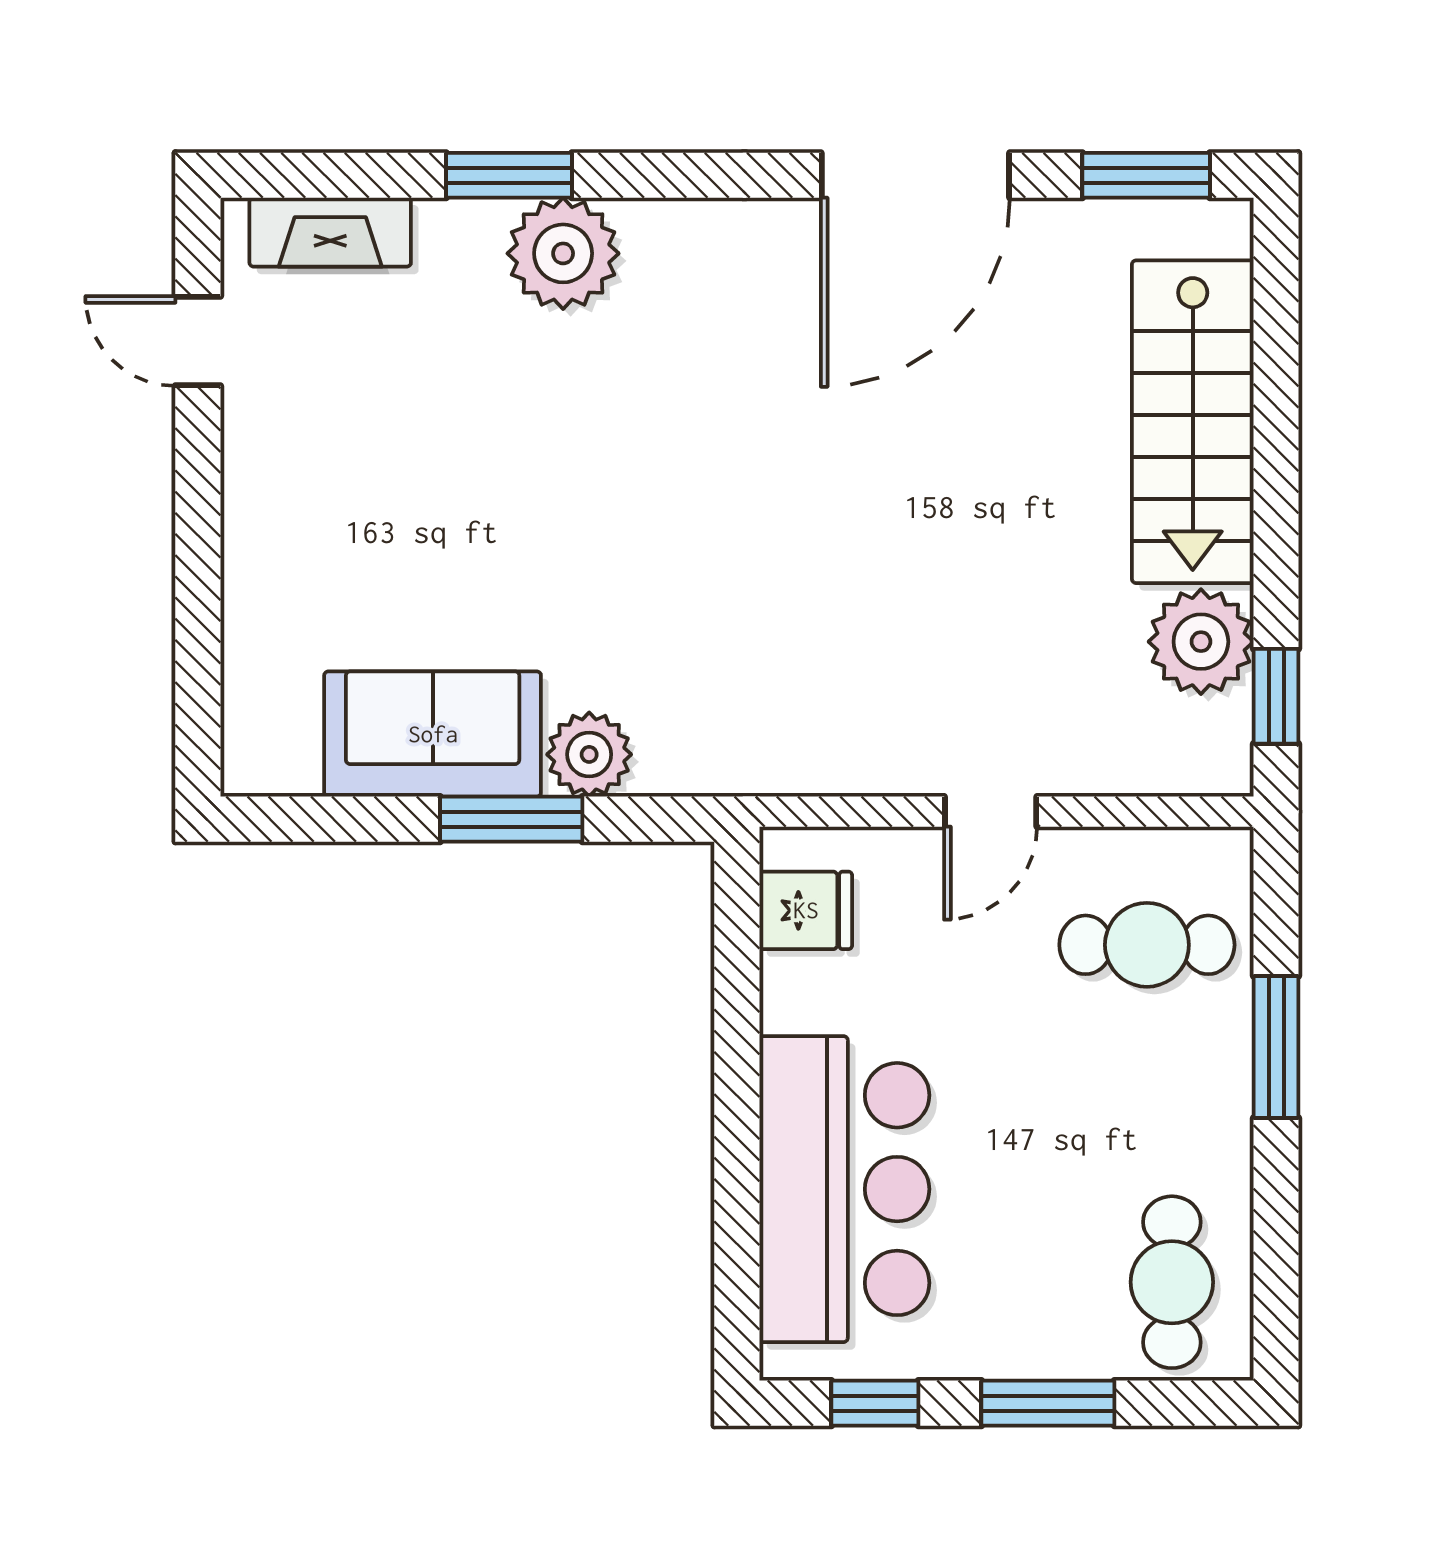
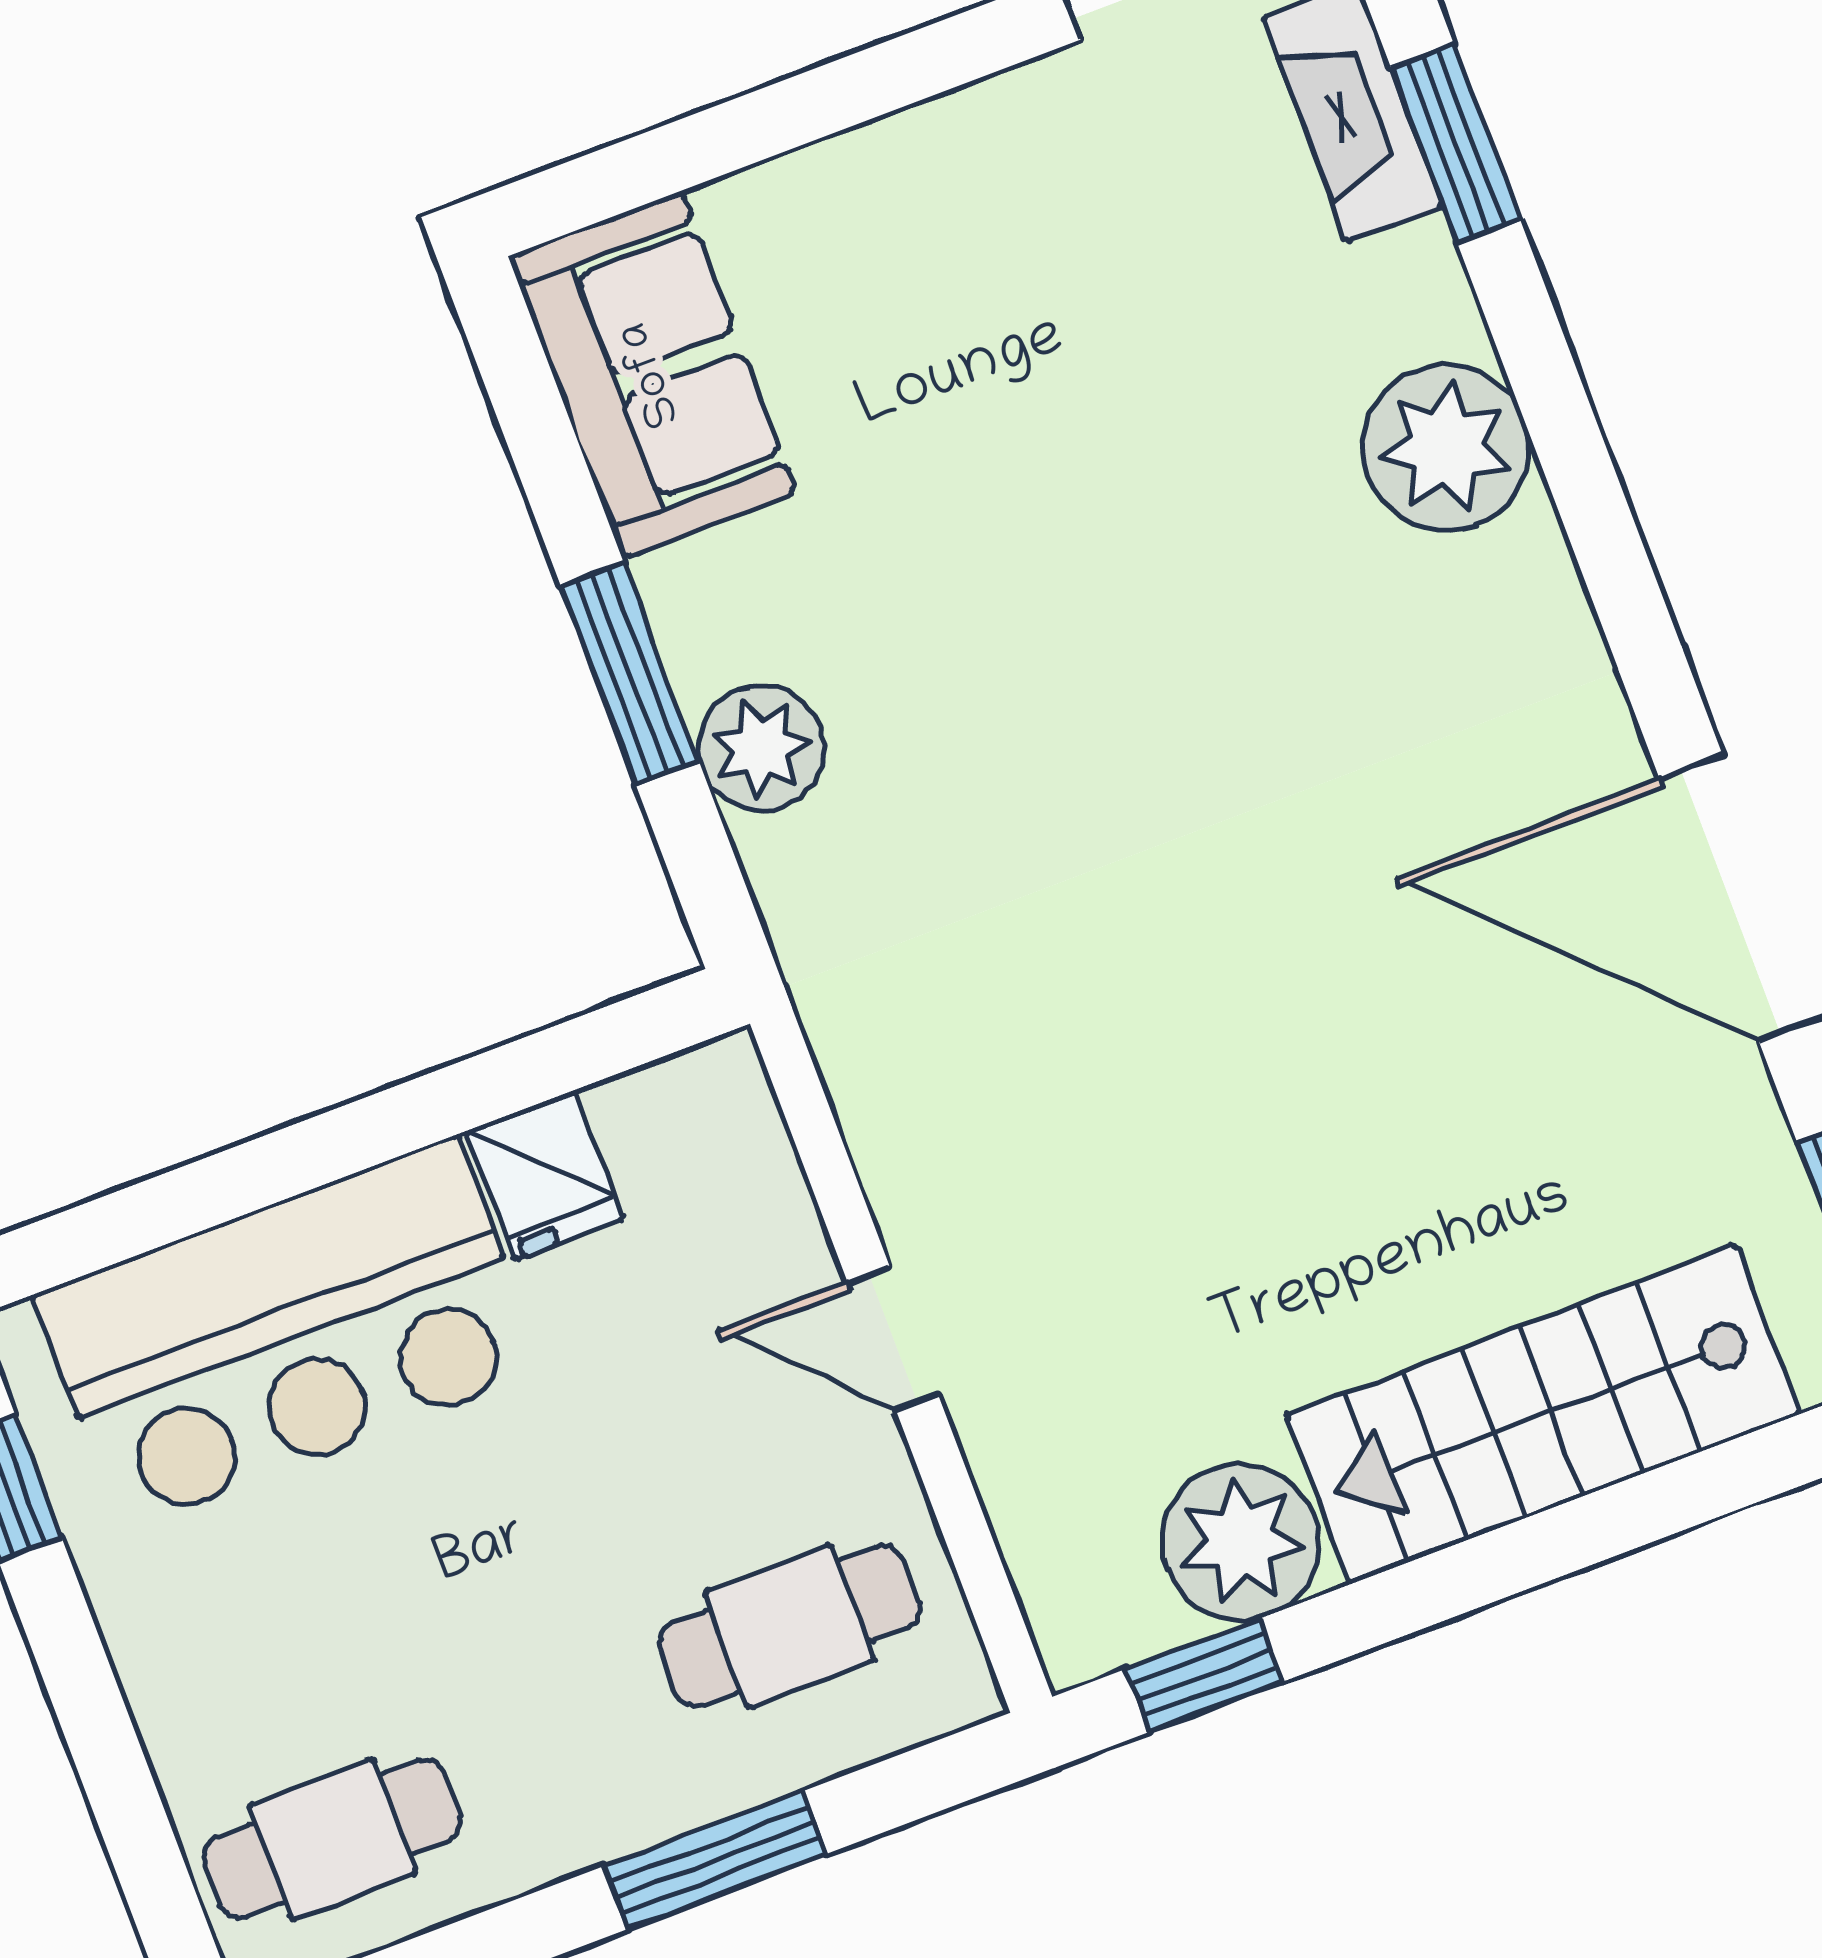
window: (509, 175) -> (1456, 143), moved
sofa: (433, 734) -> (652, 374), moved
fridge: (806, 910) -> (545, 1175), moved
cafe table: (1147, 945) -> (789, 1626), turned 90
window: (1048, 1403) -> (98, 1730), removed

